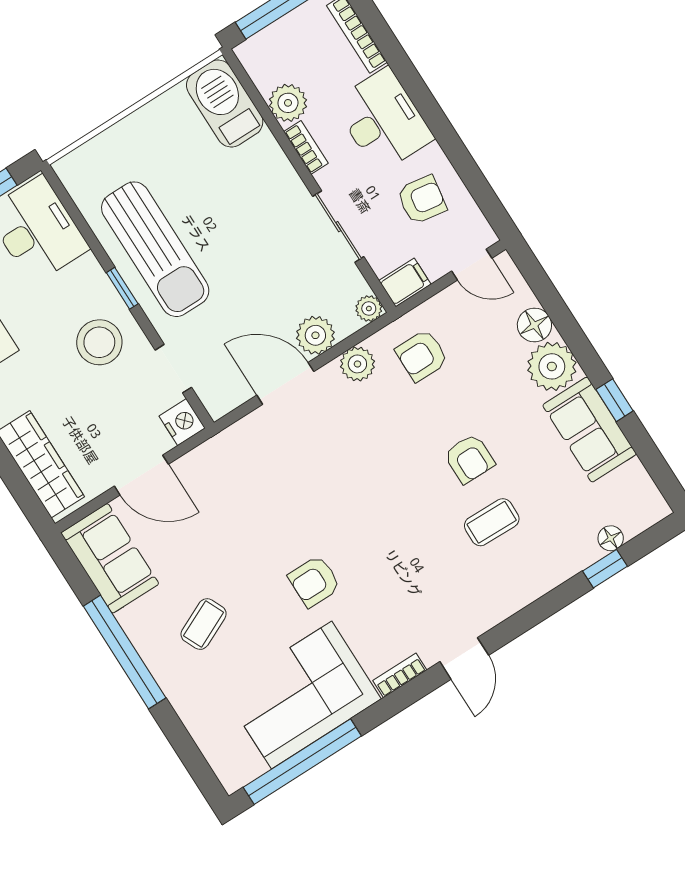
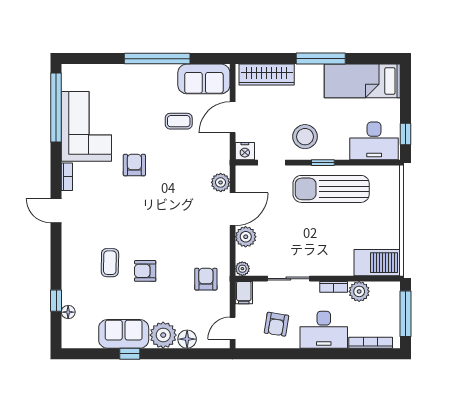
plant: (357, 364) -> (221, 182), moved
coffee table: (204, 624) -> (179, 121), moved, turned -65

